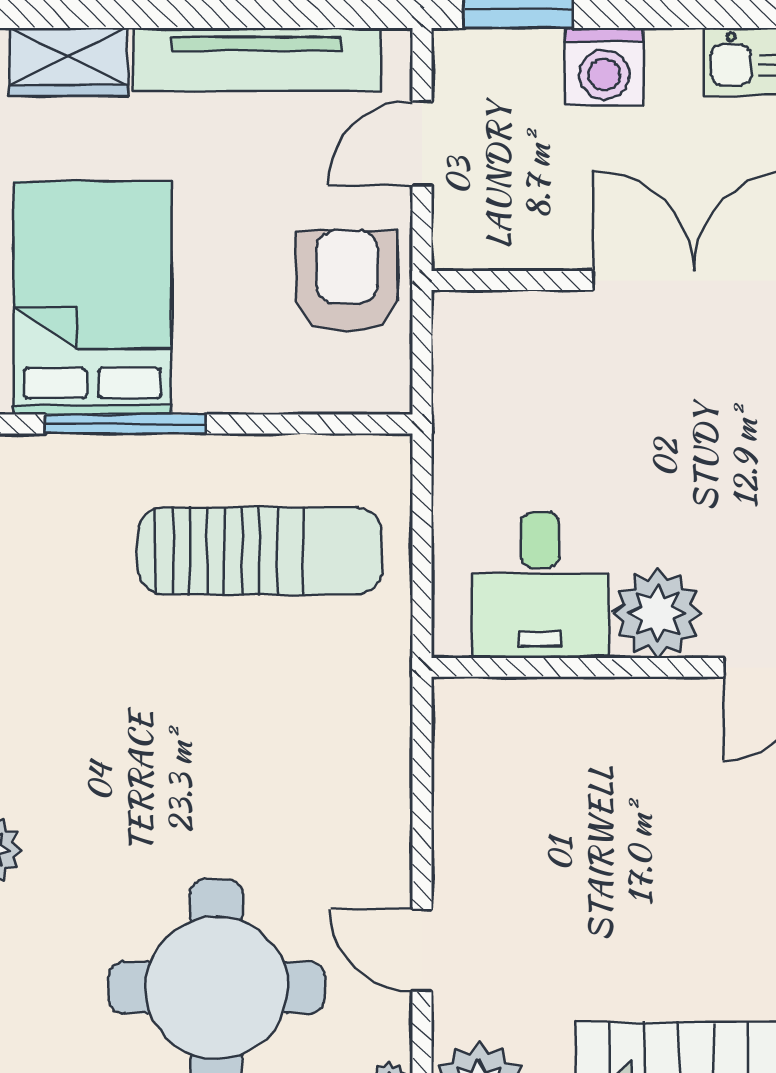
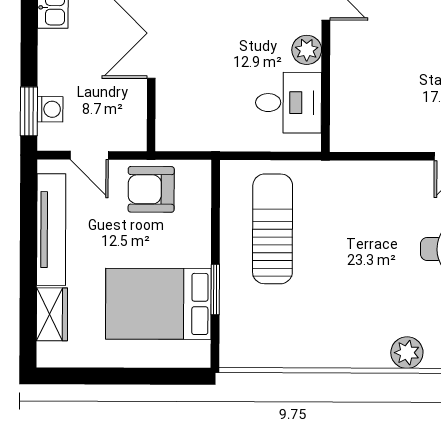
washing machine: (604, 67) -> (50, 109), moved, width x0.73, depth x0.73
window: (125, 424) -> (215, 289), width x0.69
plant: (657, 613) -> (307, 50), width x0.73, depth x0.73

